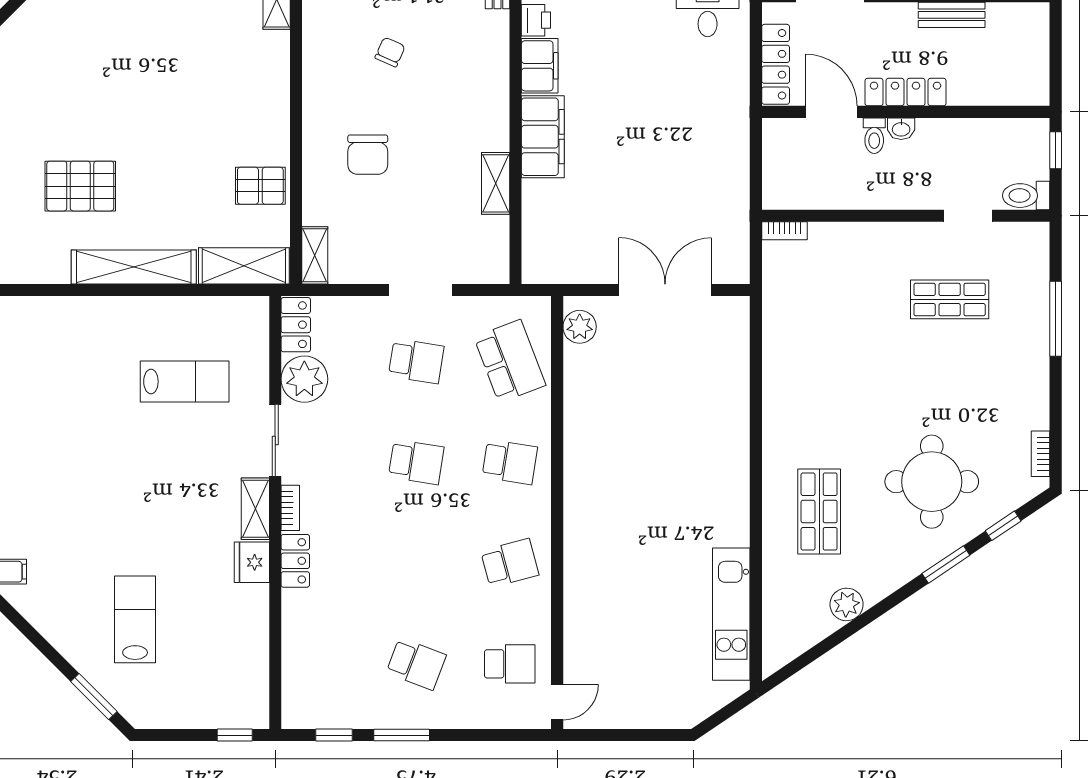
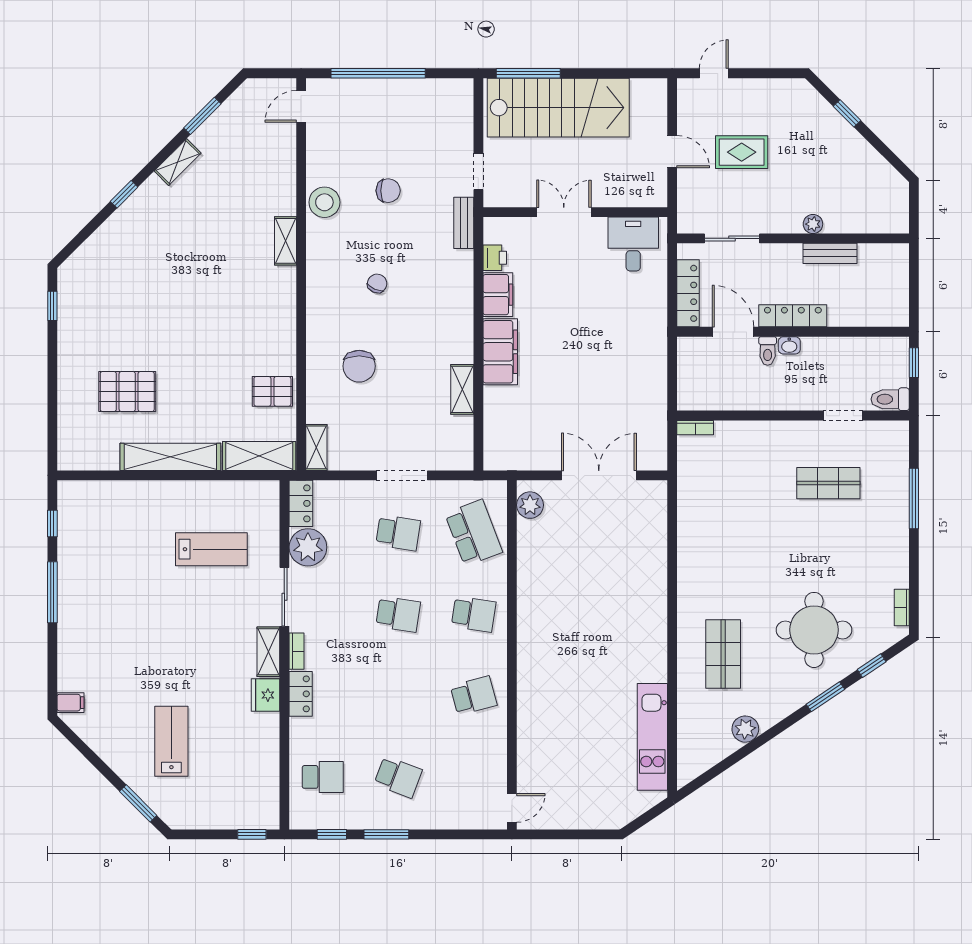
school desk: (510, 664) -> (323, 777), moved

